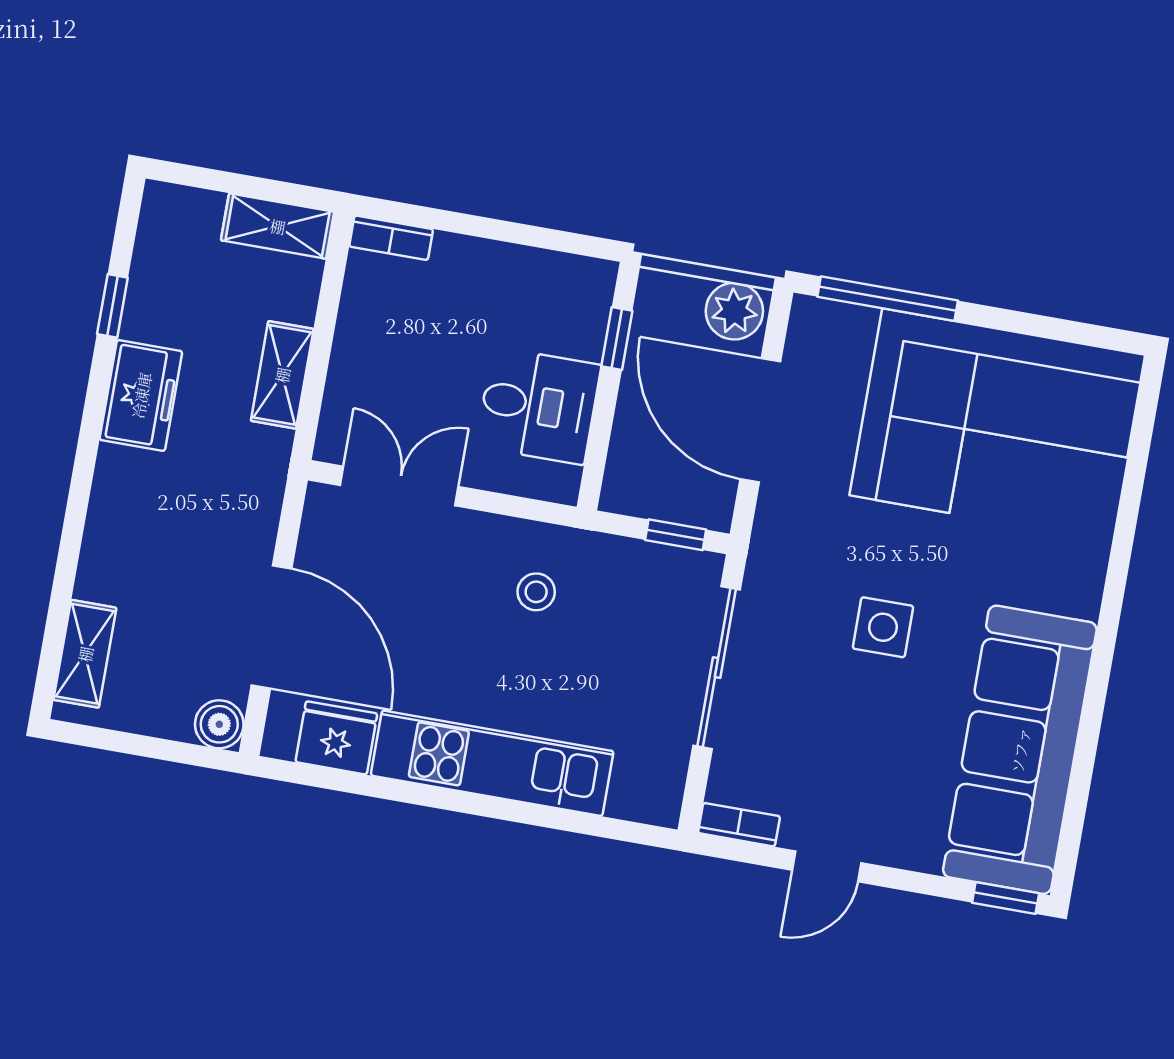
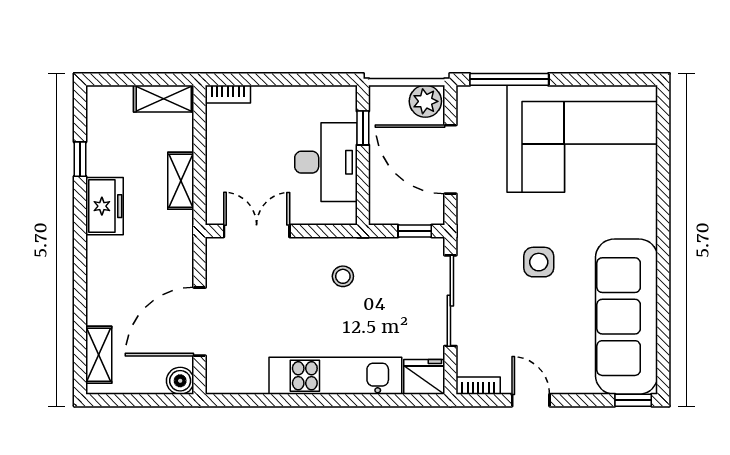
desk: (538, 406) -> (326, 162), width x1.37
door: (272, 627) -> (200, 322), swing flipped
fridge: (336, 738) -> (424, 377), moved
door: (827, 866) -> (531, 400), swing flipped

